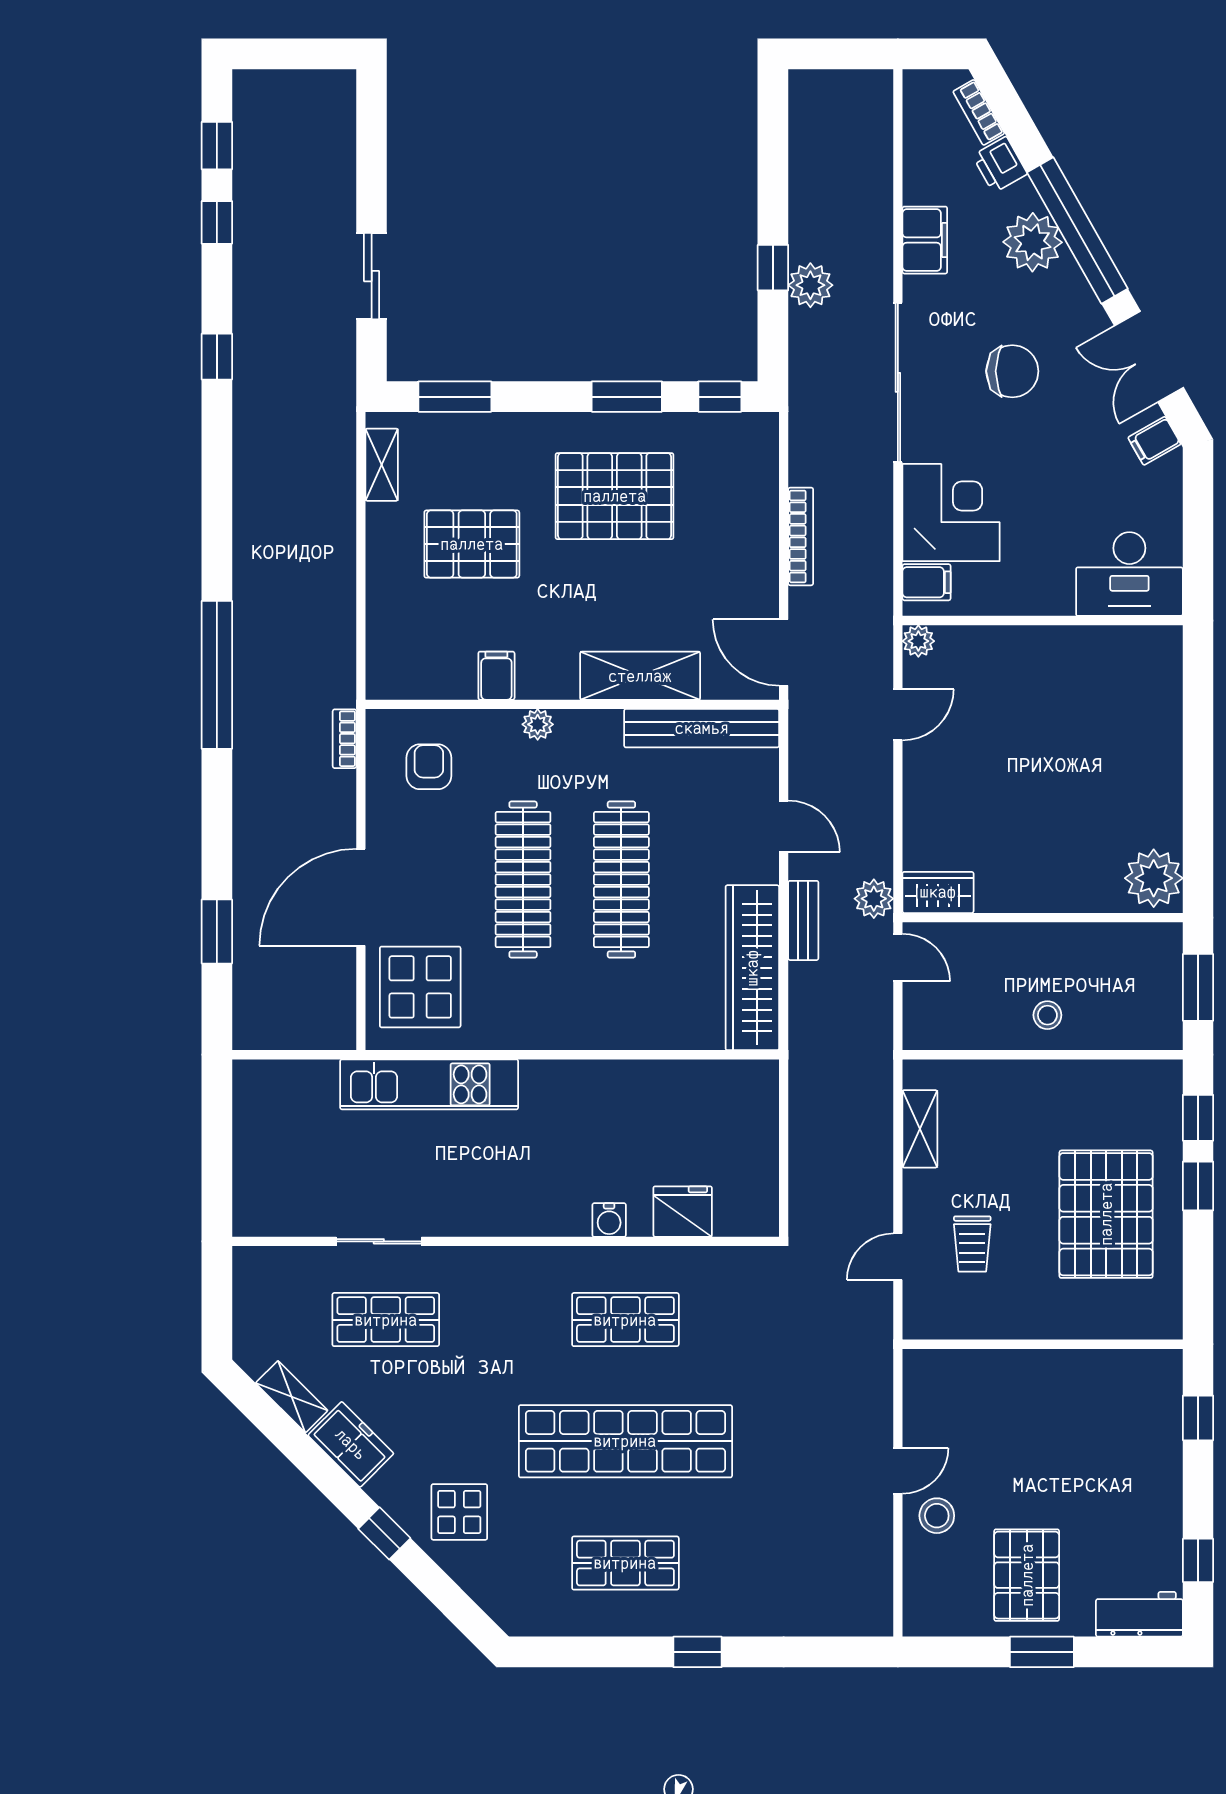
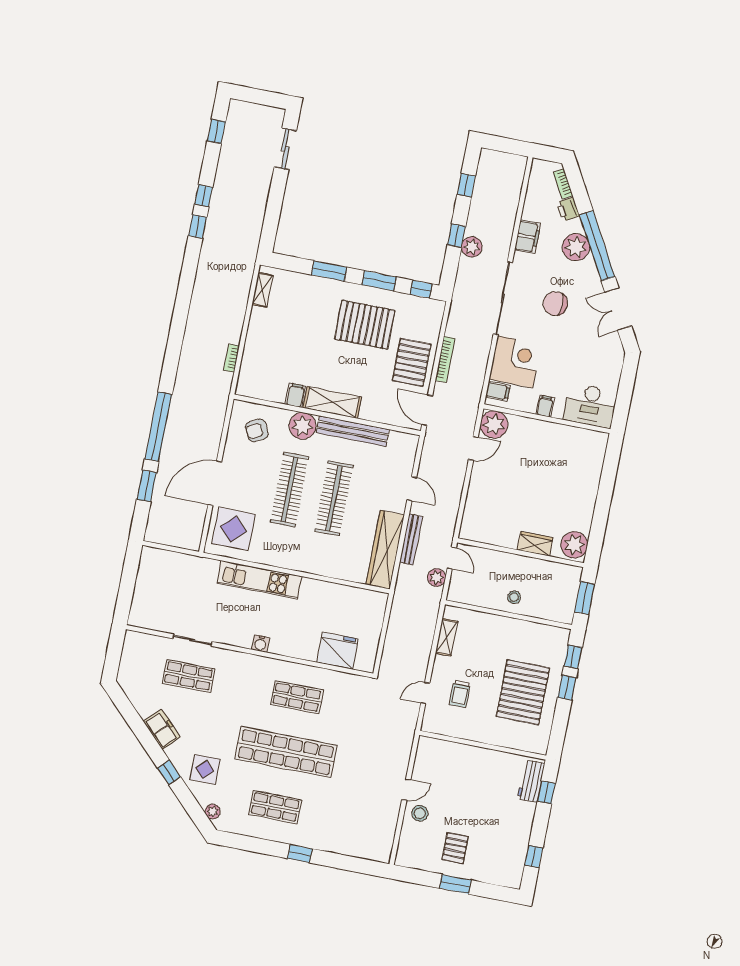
window: (773, 156) -> (466, 185), added
window: (217, 222) -> (204, 196), moved
sliding door: (372, 276) -> (285, 149), moved
chair: (1012, 371) -> (555, 304), turned 180
window: (455, 397) -> (329, 271), moved
filing cabinet: (1154, 441) -> (545, 406), moved, turned 120
pallet: (472, 544) -> (412, 362), moved, turned 90
plant: (918, 641) -> (494, 424), width x1.88, depth x1.88
window: (217, 675) -> (158, 427), moved
shelving: (640, 676) -> (332, 402), moved
plant: (538, 724) -> (302, 426), width x1.87, depth x1.87
bench: (702, 728) -> (353, 431), moved
bookcase: (345, 739) -> (232, 358), moved
armchair: (429, 767) -> (257, 430), turned -116
wardrobe: (938, 892) -> (535, 544), moved
plant: (874, 899) -> (437, 578), moved
bench: (803, 920) -> (411, 539), width x1.36
kitchen unit: (429, 1084) -> (259, 580), moved
fridge: (683, 1212) -> (338, 651), width x1.36, depth x1.34
water cooler: (609, 1220) -> (261, 643), moved
shelving: (292, 1397) -> (139, 703), removed
pallet: (1027, 1575) -> (455, 848), width x0.67, depth x0.71
plant: (494, 1599) -> (213, 812), added
workbench: (1139, 1614) -> (531, 781), moved, turned -90

